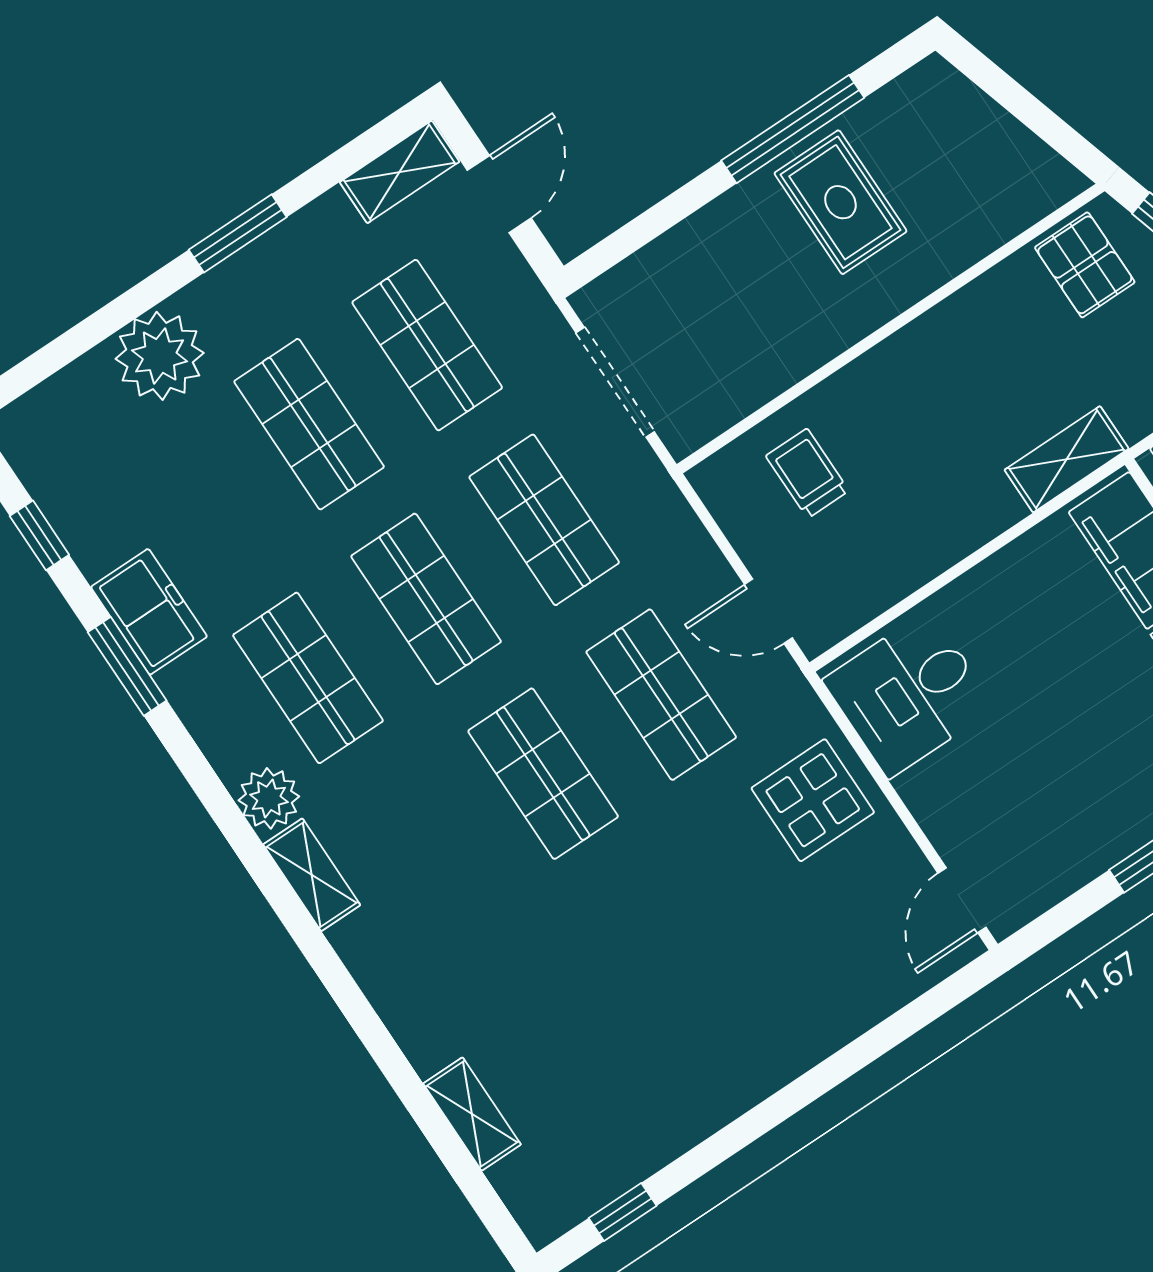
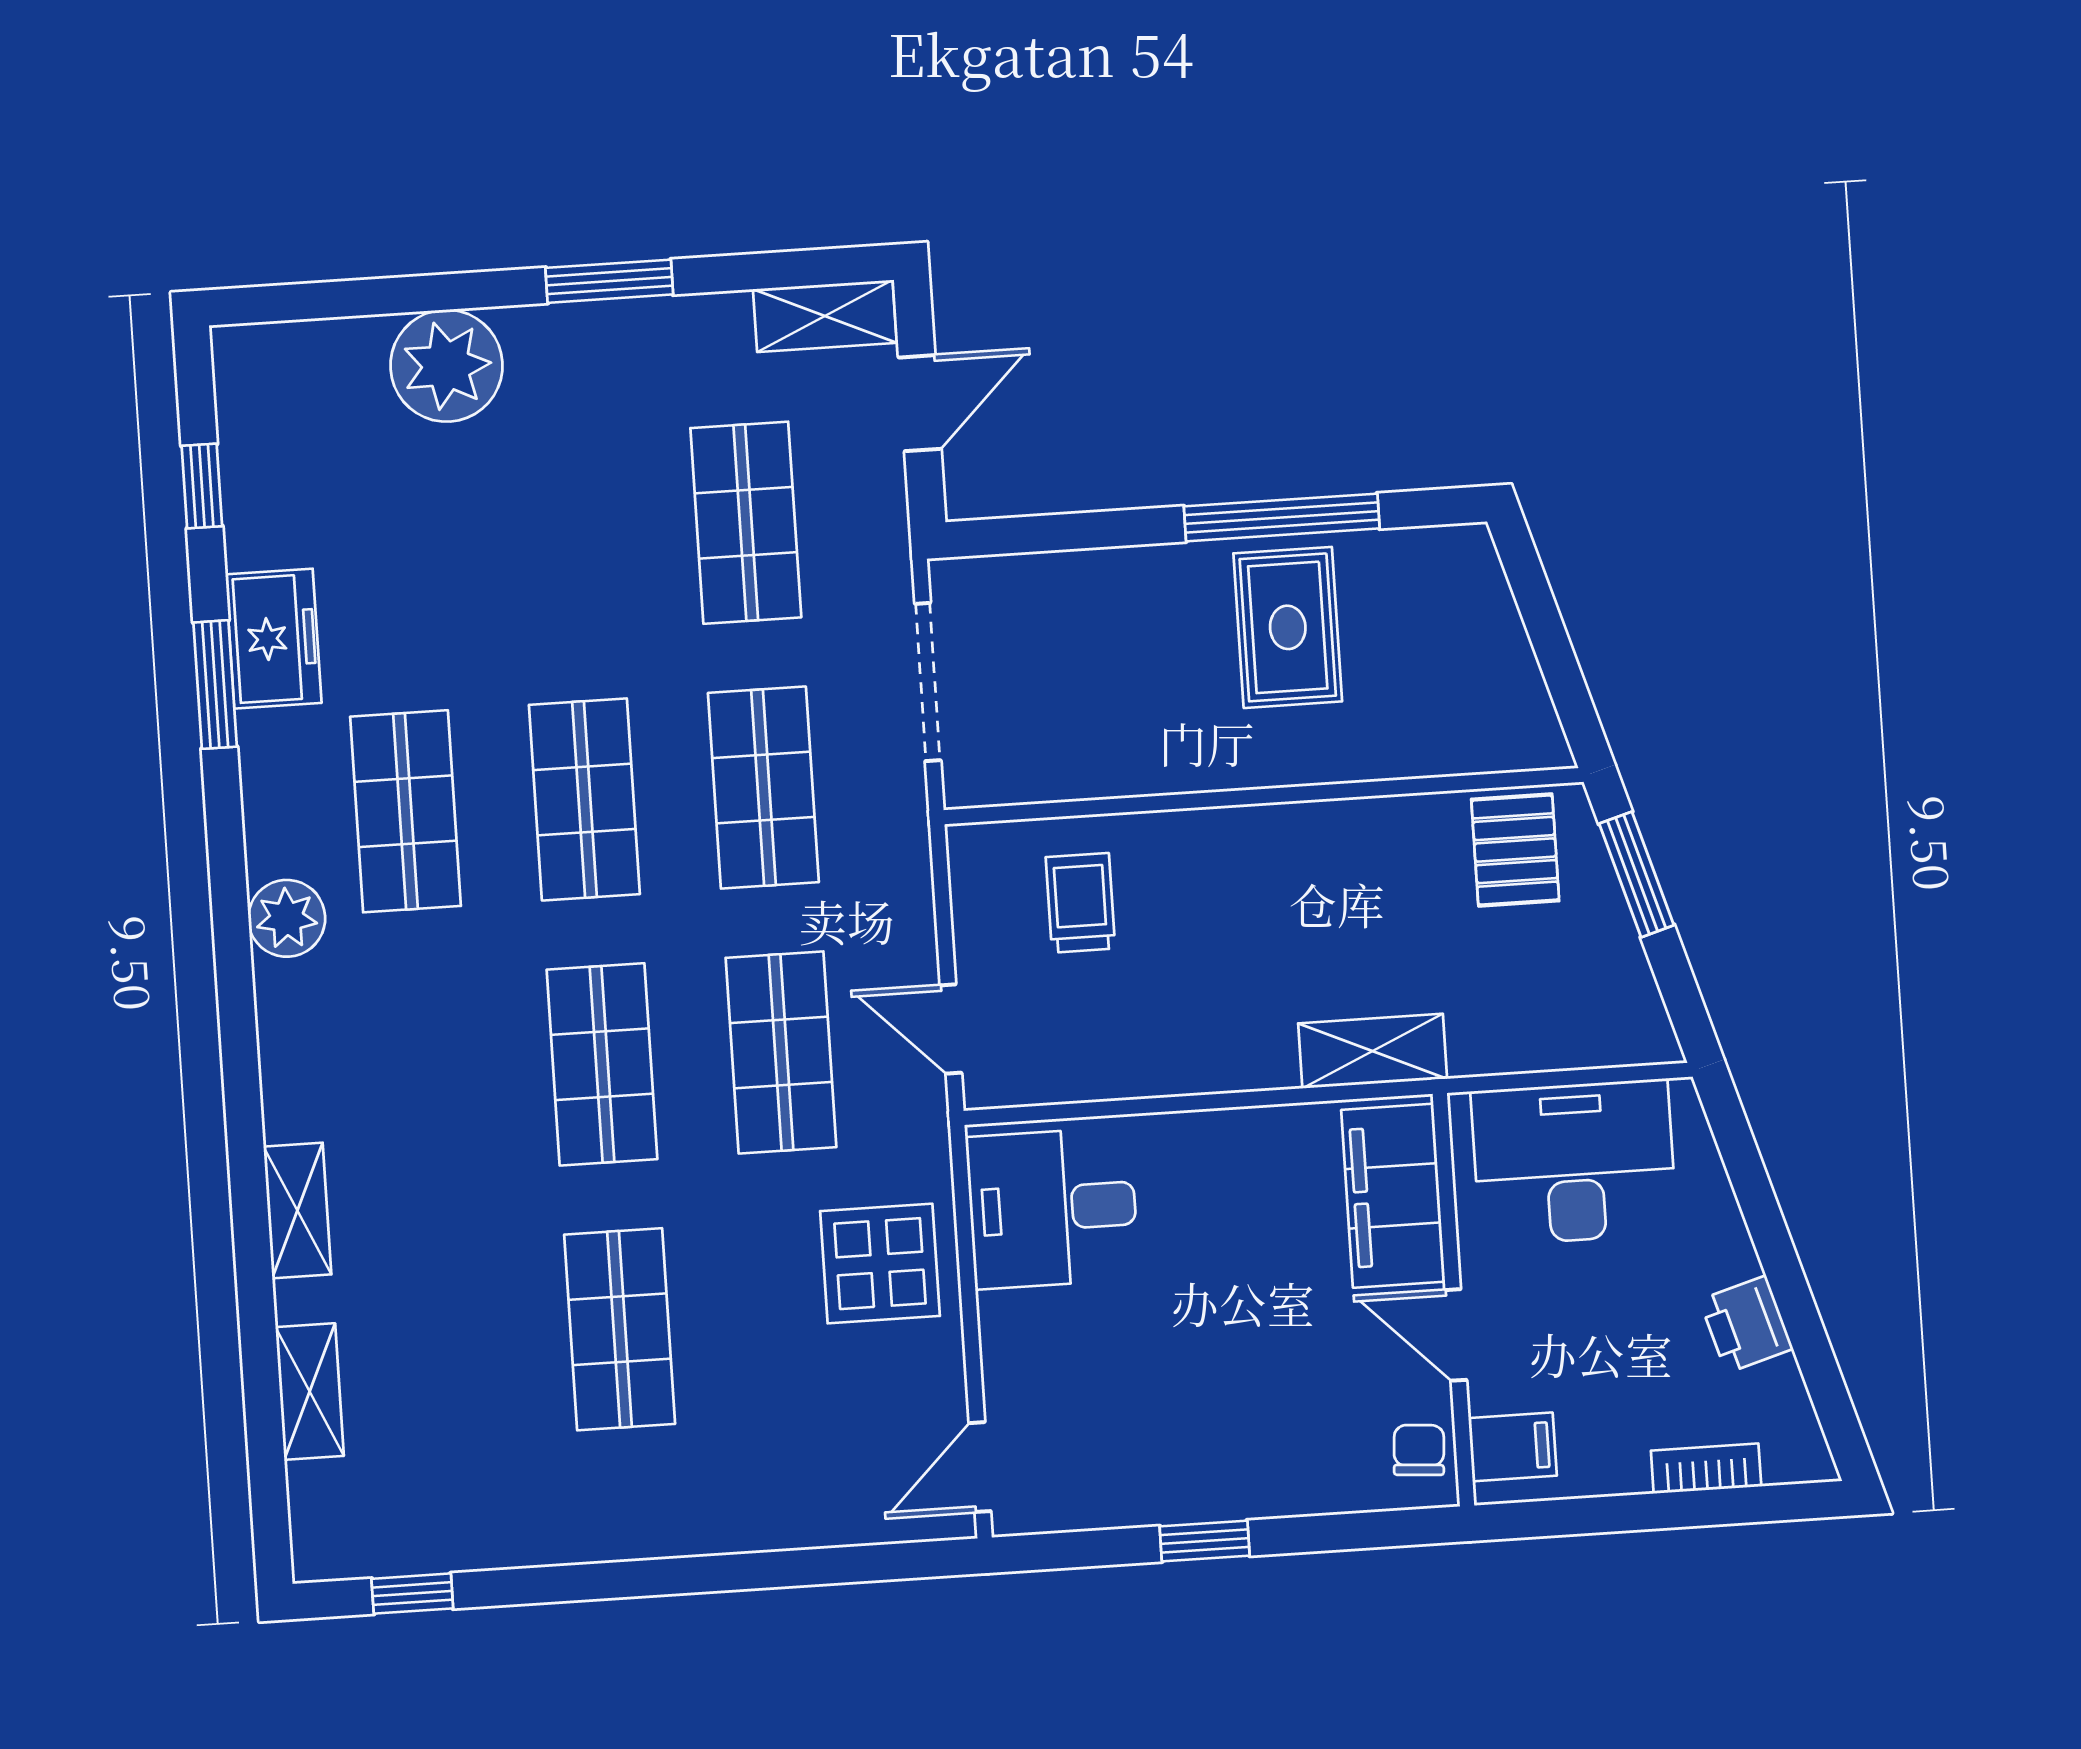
shop shelf: (309, 424) -> (620, 1329), moved
shelving: (312, 875) -> (297, 1211), moved

